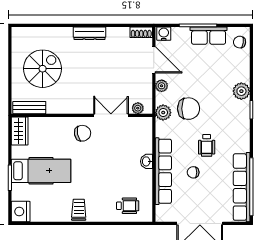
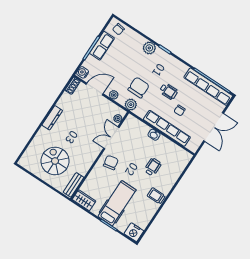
wheelchair: (128, 206) -> (153, 167), moved

